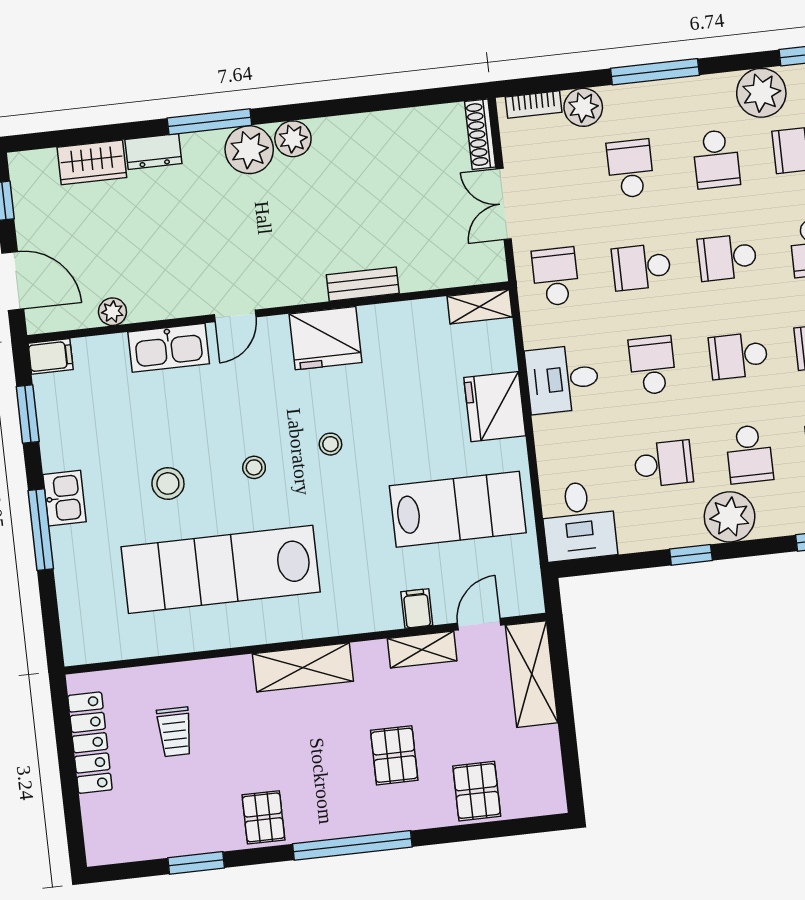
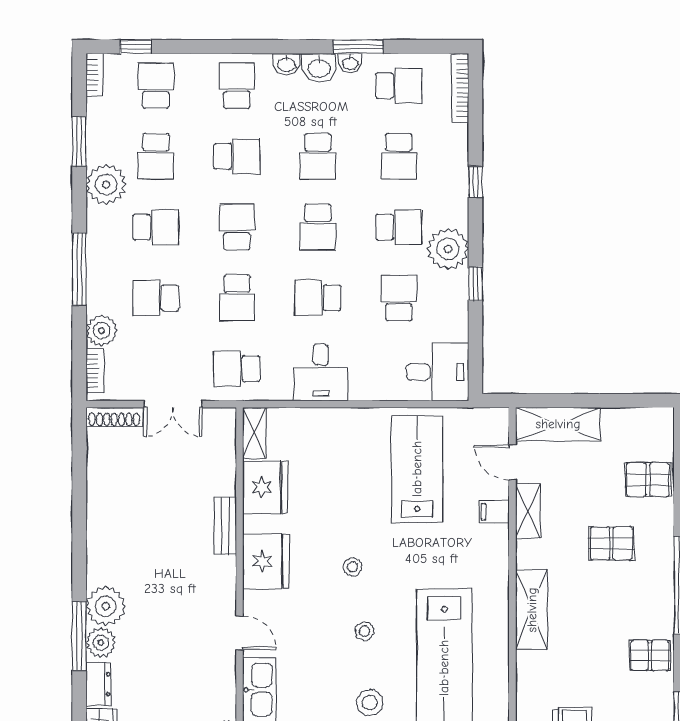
plant: (293, 139) -> (101, 643), moved
school desk: (727, 257) -> (237, 227), turned 180
fridge: (495, 407) -> (265, 487), moved, turned -90

